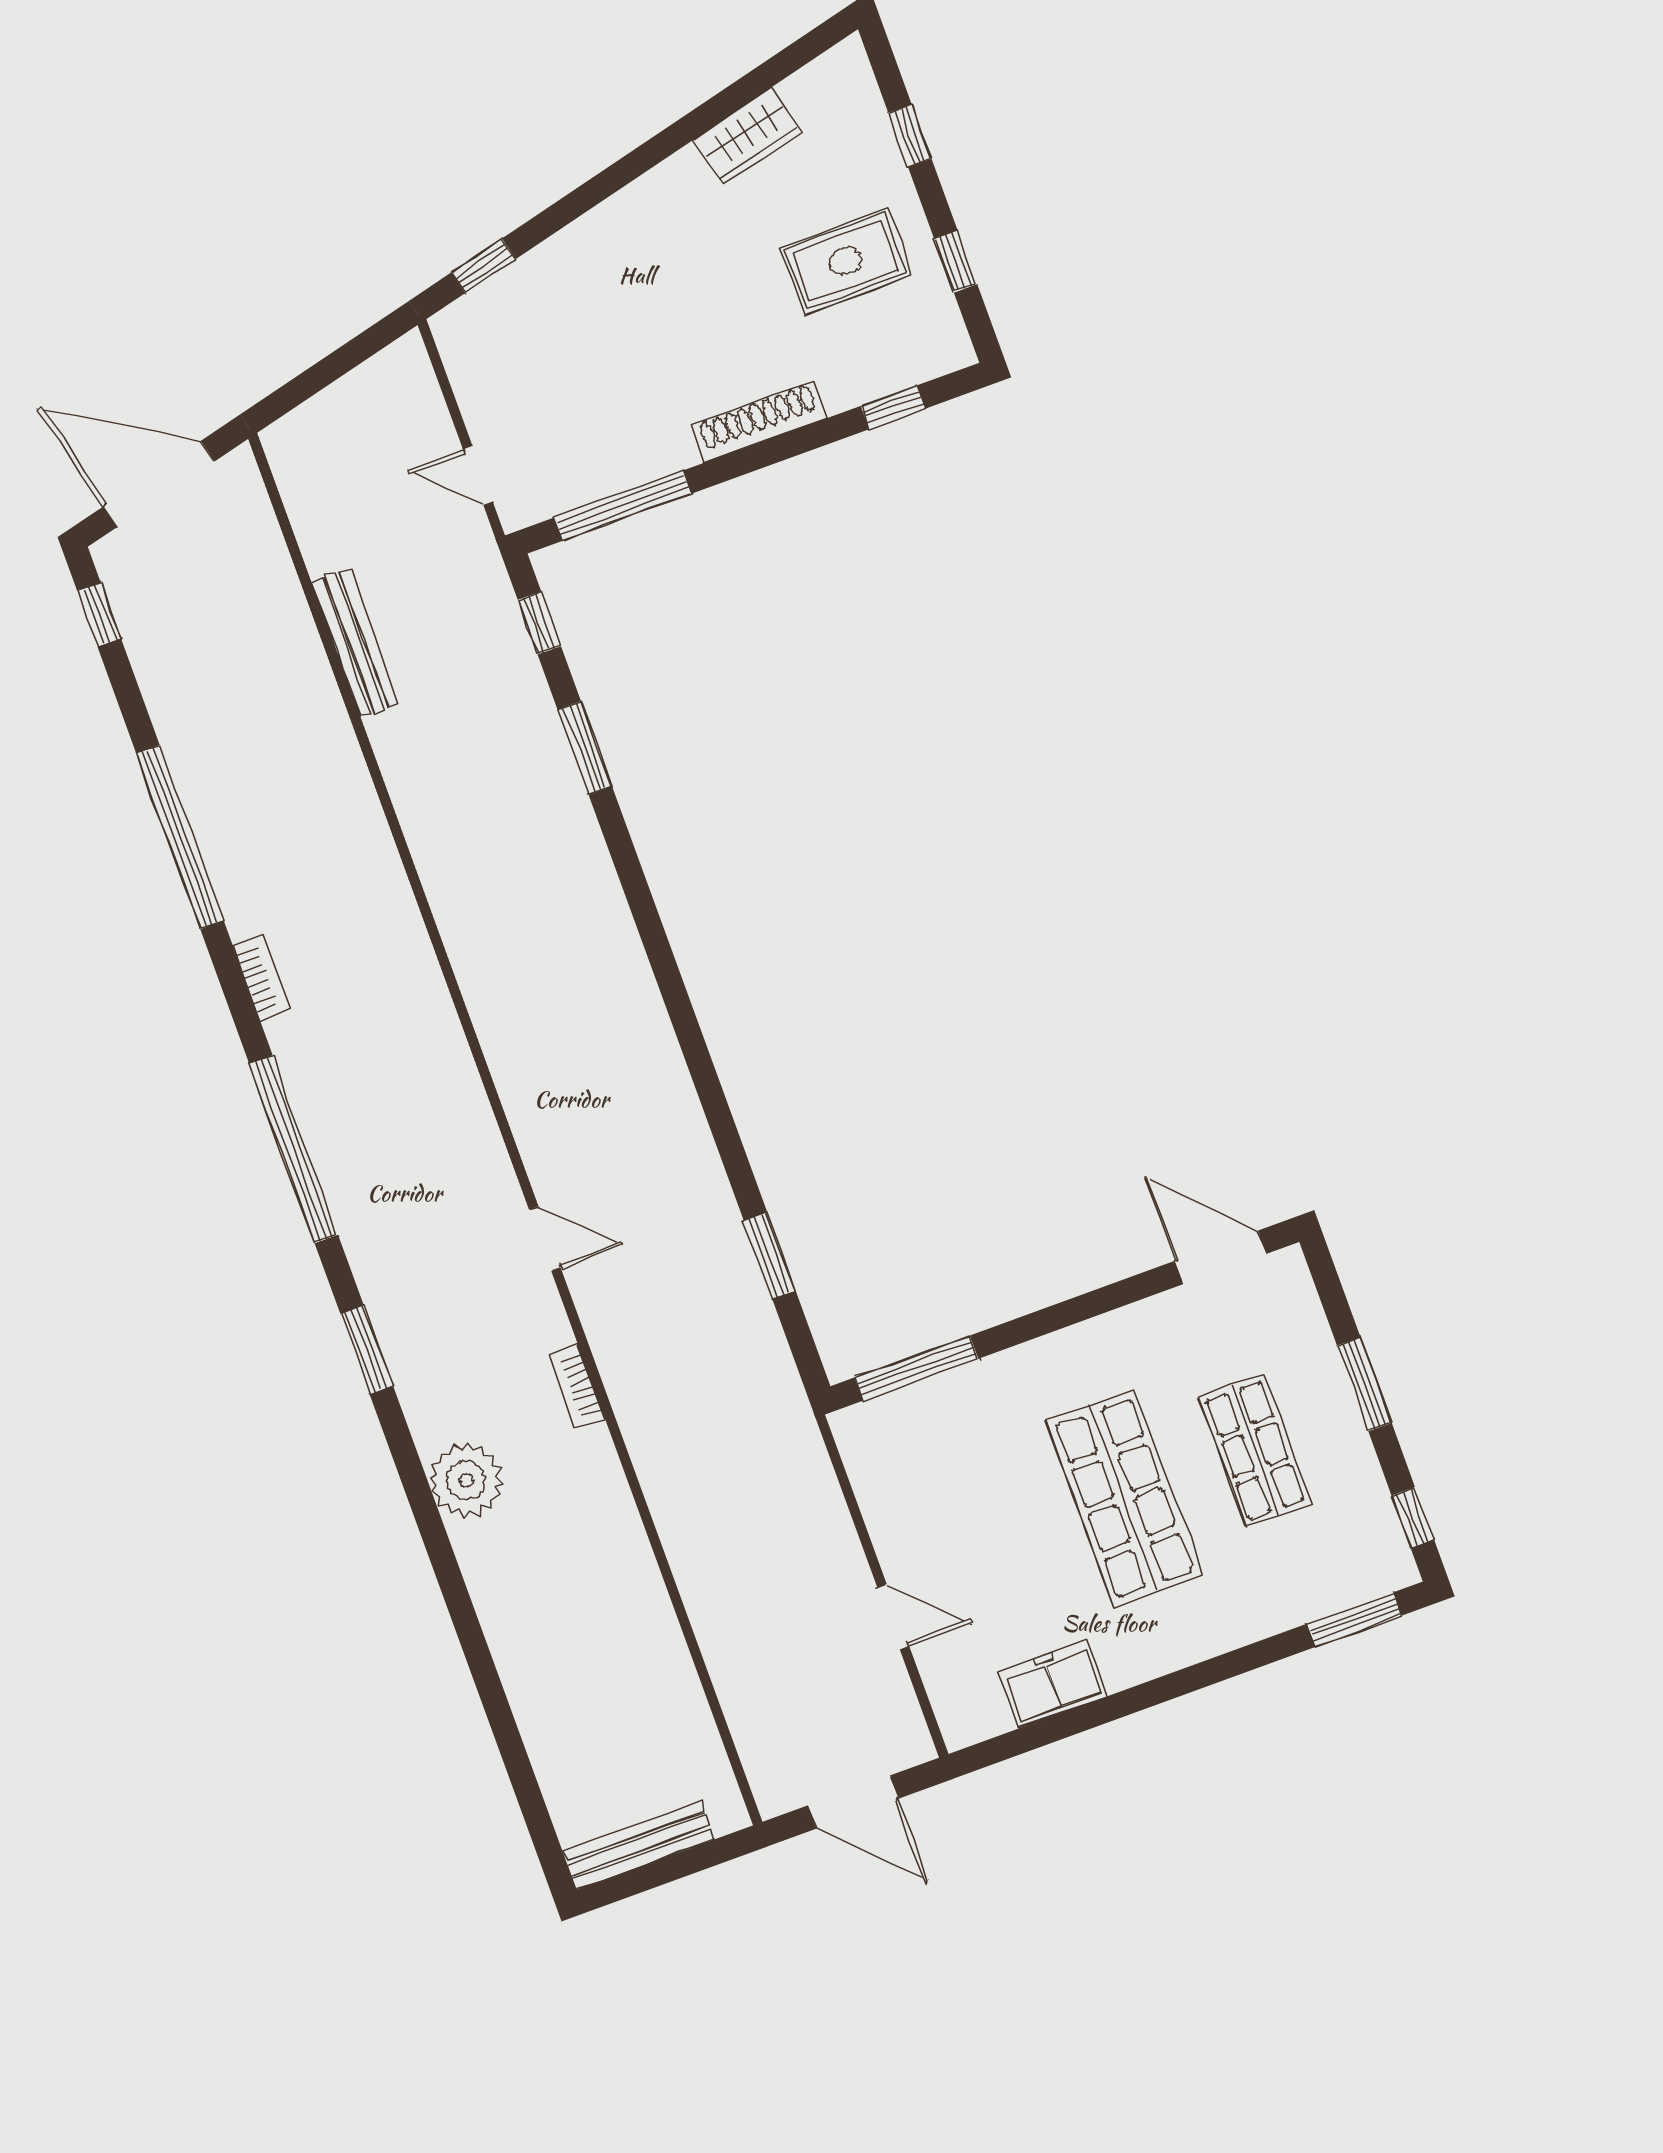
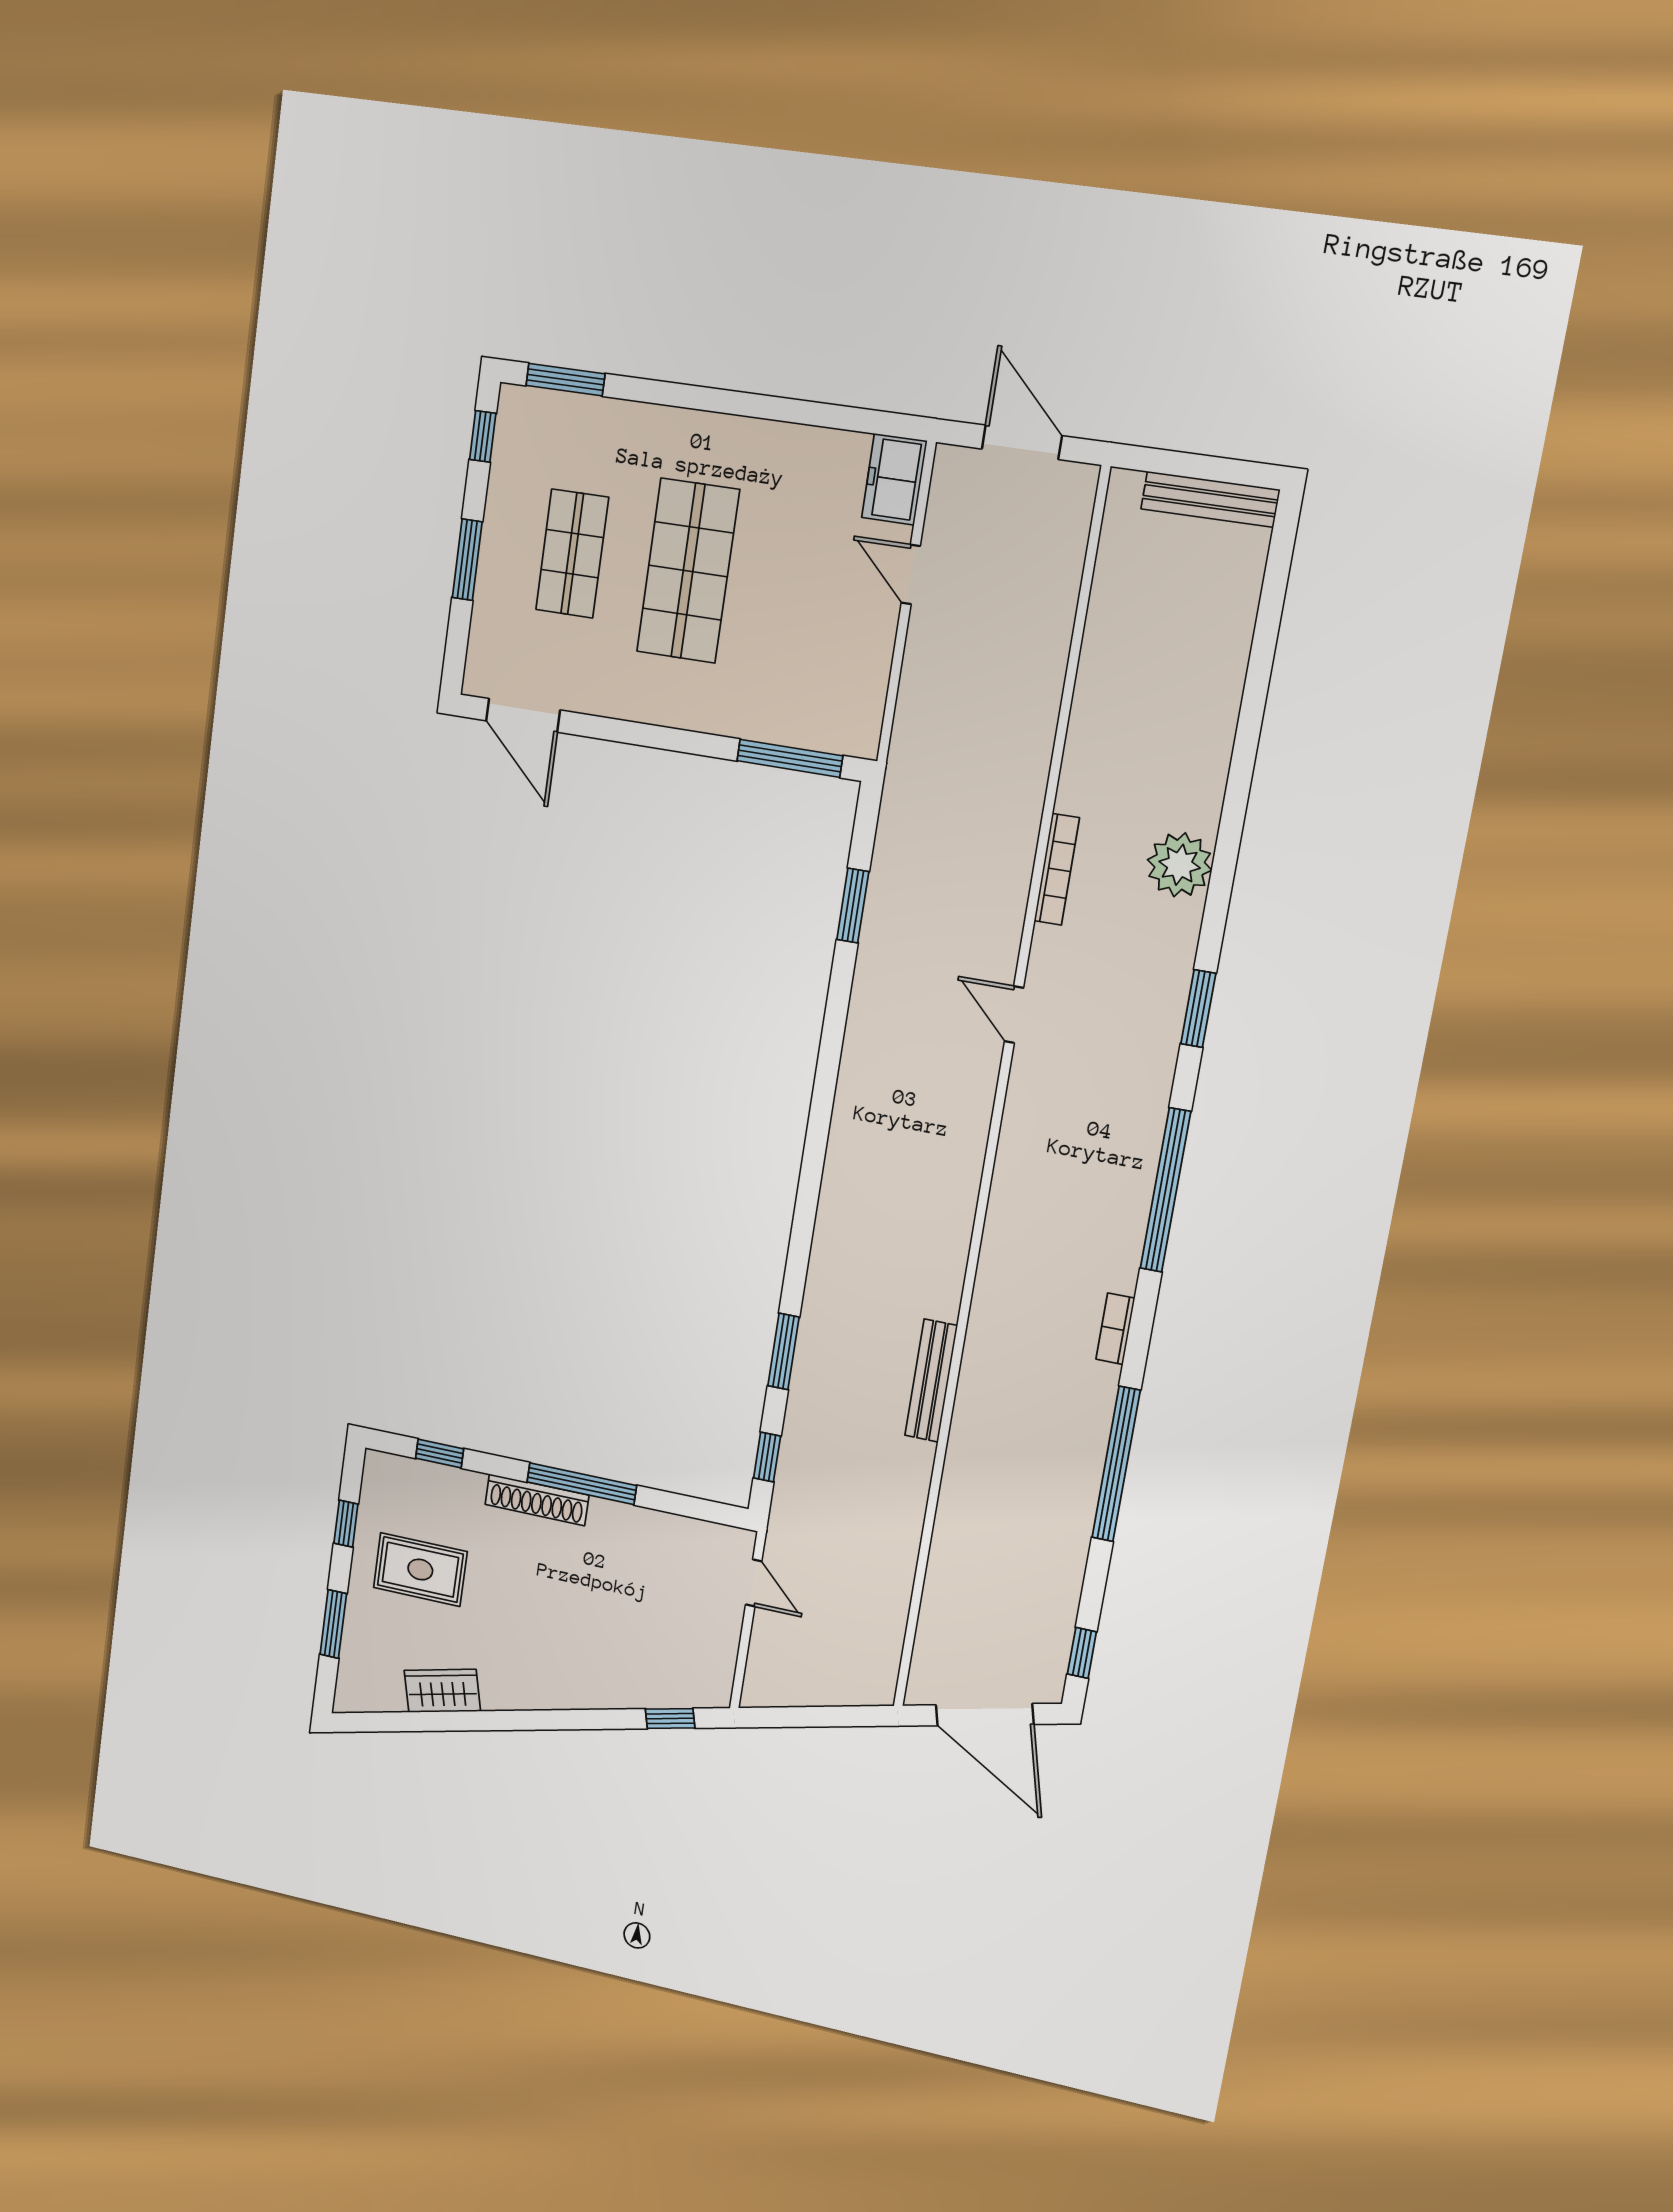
window: (910, 136) -> (333, 1624), width x1.50
window: (622, 506) -> (582, 1484), moved
bench: (355, 643) -> (931, 1381), moved
bookcase: (577, 1387) -> (1057, 869), width x1.56
freezer: (1053, 1684) -> (894, 479), moved, turned 90

